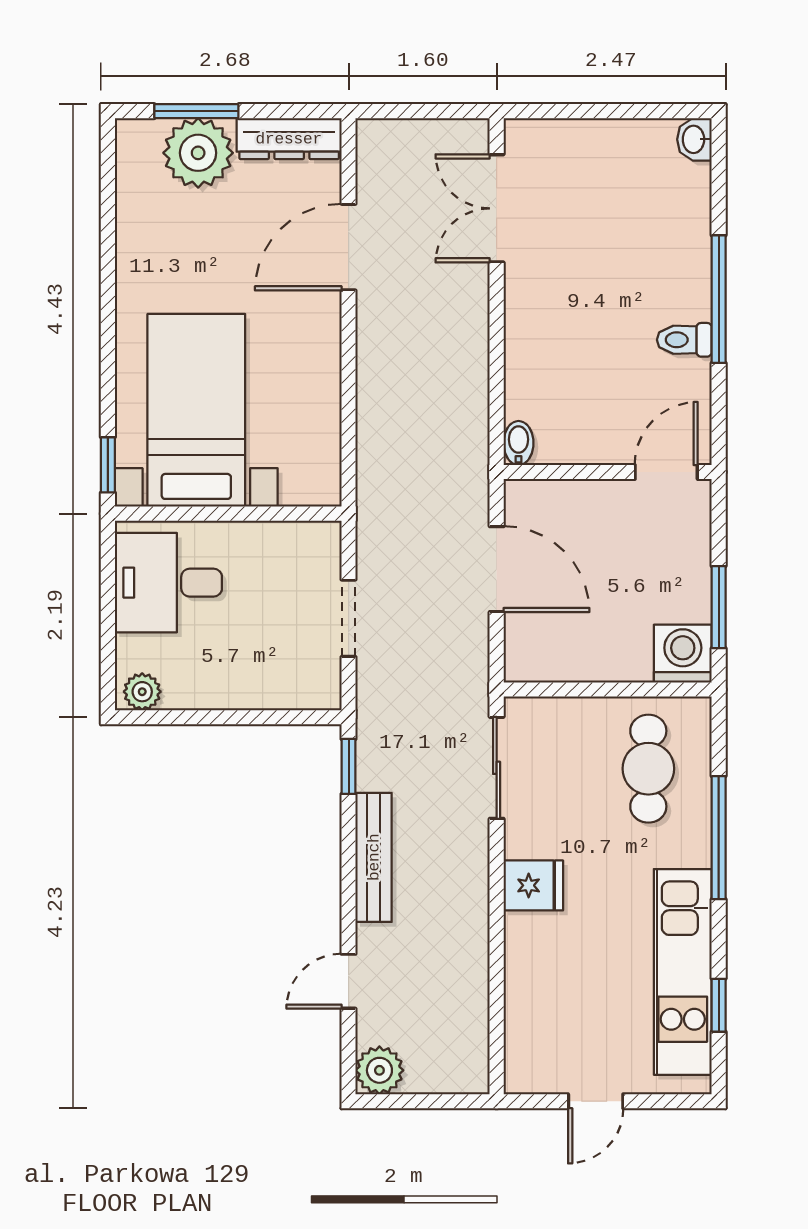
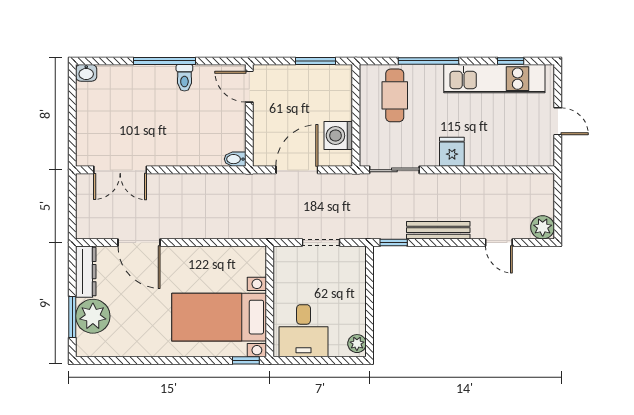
washing machine: (683, 654) -> (338, 136), moved
cafe table: (648, 769) -> (395, 95), turned 90

